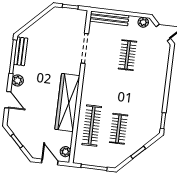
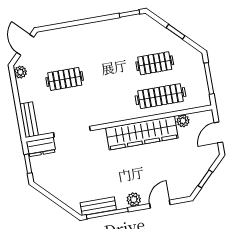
bench: (109, 18) -> (29, 120), width x0.73
dresser: (80, 21) -> (41, 147), added
plant: (65, 152) -> (183, 121), moved

